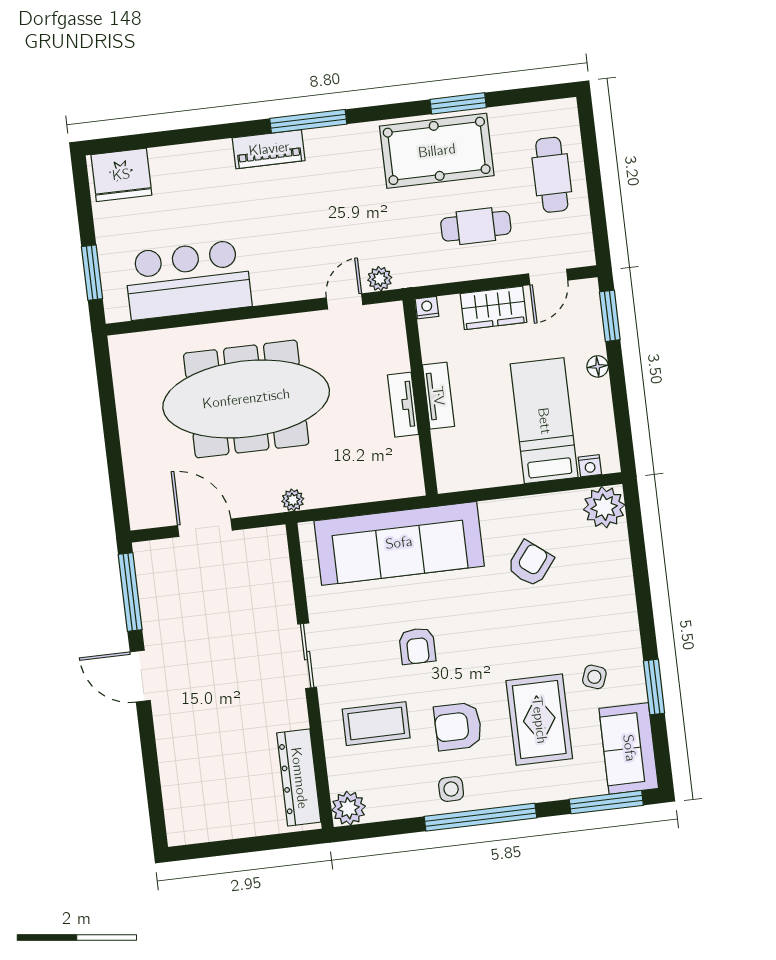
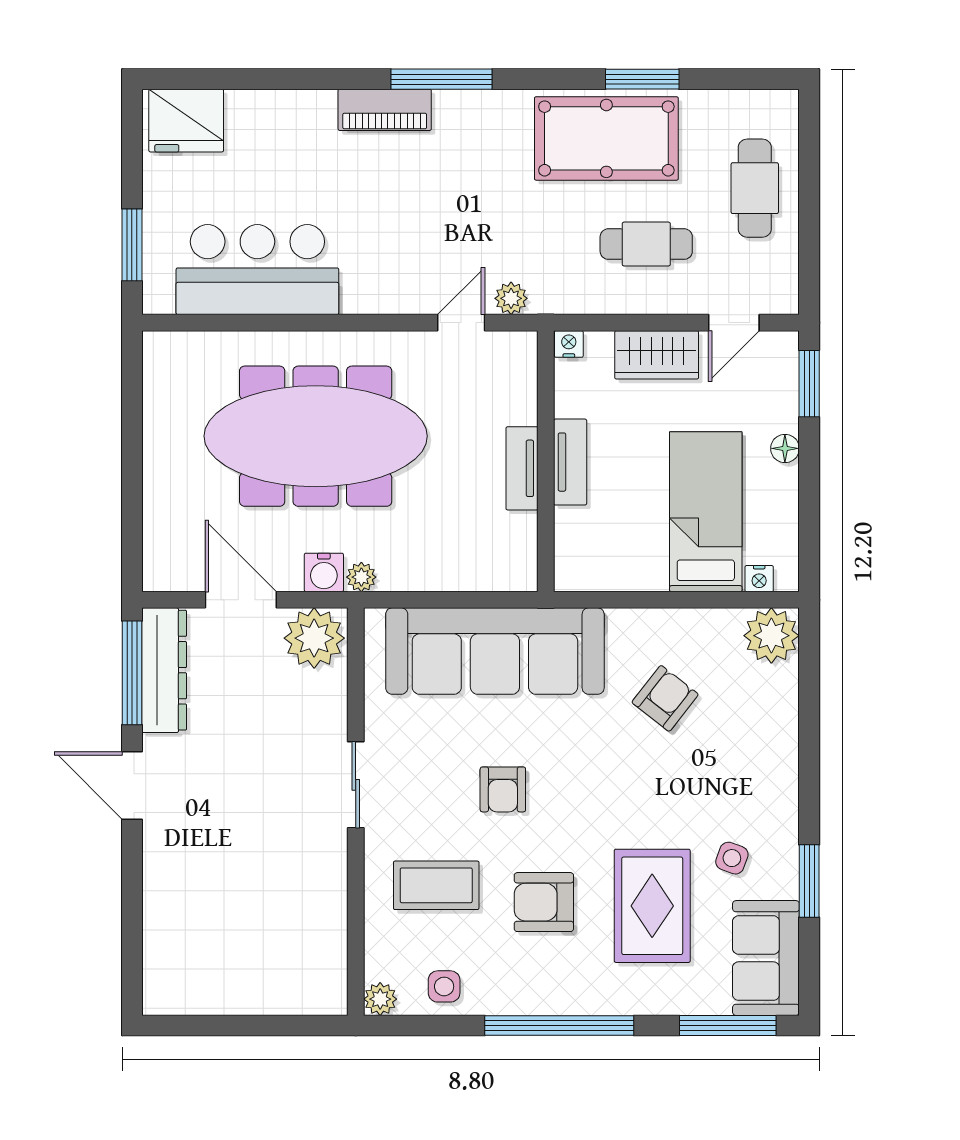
water cooler: (264, 500) -> (324, 572), added
plant: (263, 550) -> (314, 638), added
dresser: (299, 778) -> (164, 670), moved, turned 180
side table: (451, 789) -> (444, 986), moved
plant: (349, 808) -> (380, 999), width x0.73, depth x0.73

